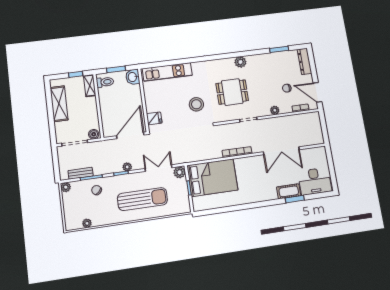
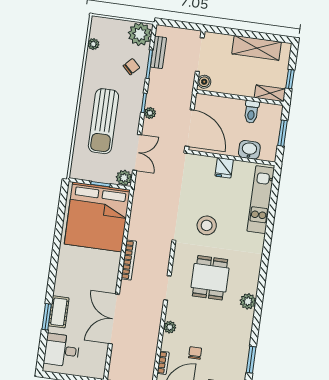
washbasin: (133, 77) -> (249, 150), moved
toilet: (105, 82) -> (251, 112), moved
fridge: (154, 118) -> (224, 168), moved
bed: (212, 178) -> (97, 217), width x1.36
desk: (315, 181) -> (62, 350), width x0.73
plant: (66, 187) -> (140, 34), width x1.88, depth x1.88

